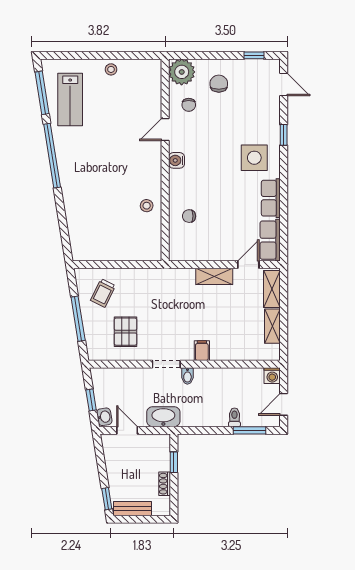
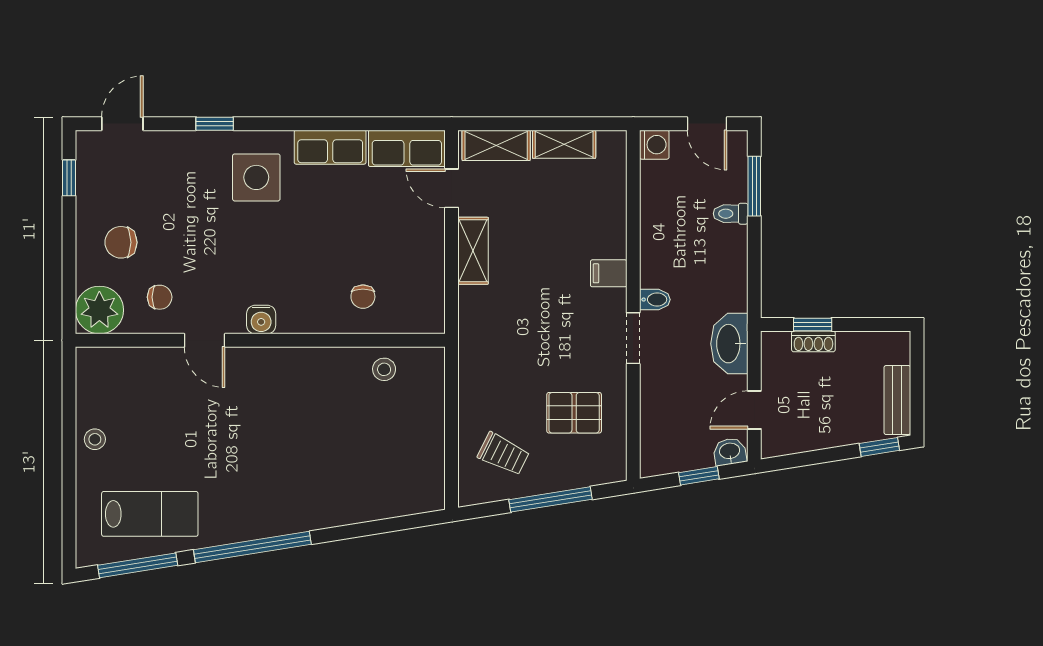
stool: (147, 206) -> (384, 369), moved
shoe rack: (165, 484) -> (813, 341), moved

